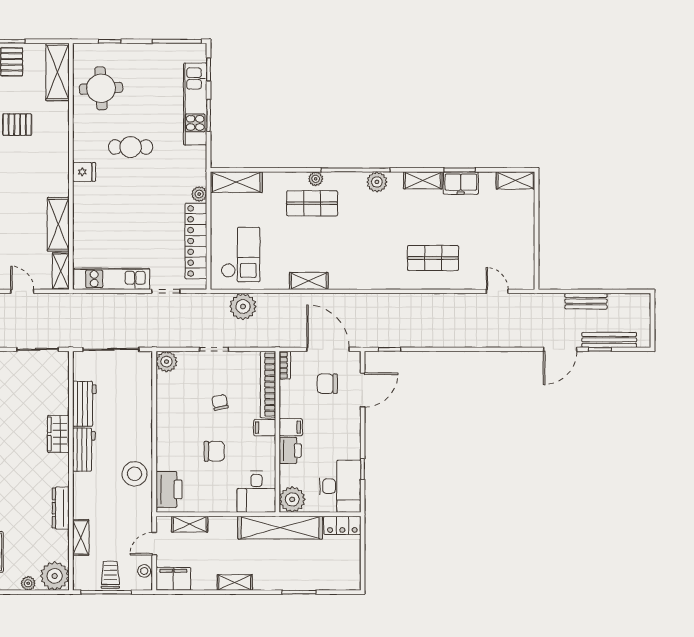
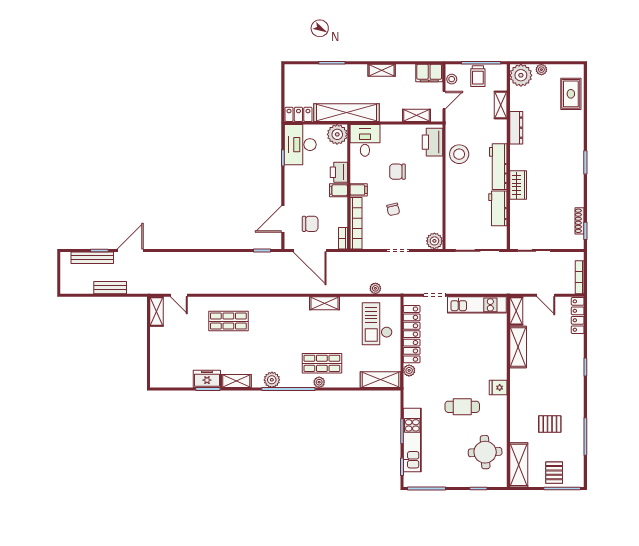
shelving: (515, 180) -> (156, 311), moved, turned 90
plant: (243, 306) -> (375, 288), width x0.53, depth x0.53
workbench: (84, 450) -> (498, 167), width x1.38

